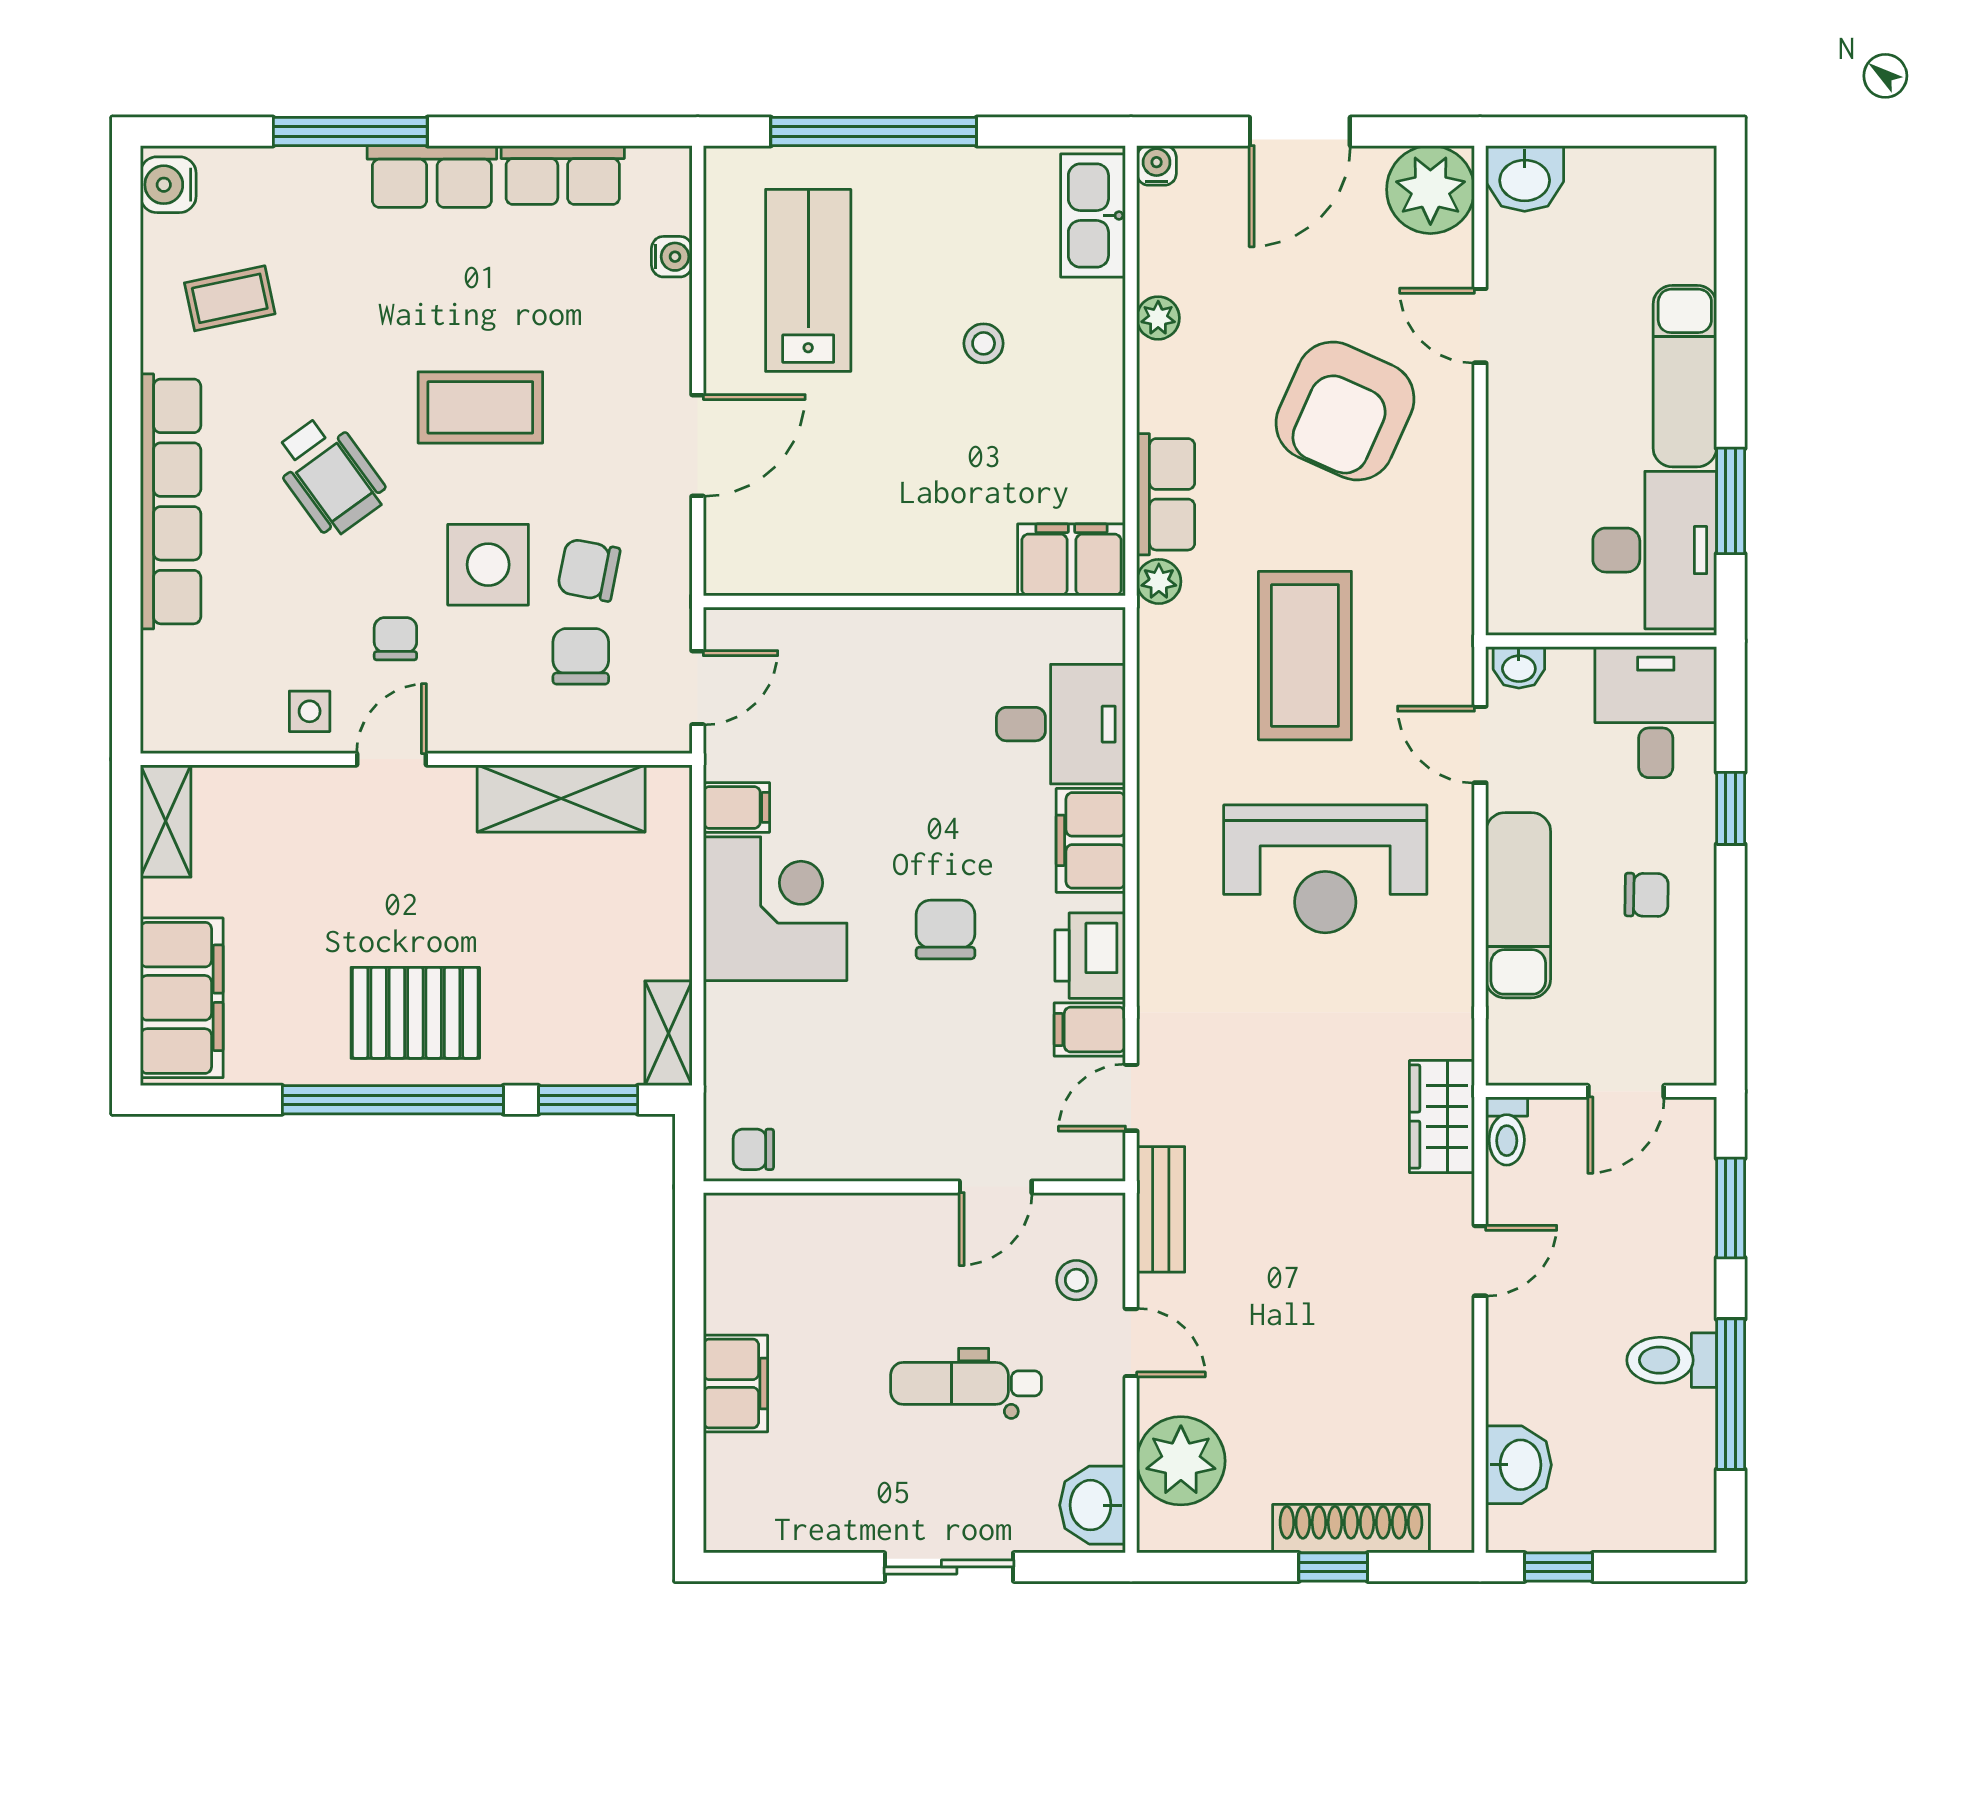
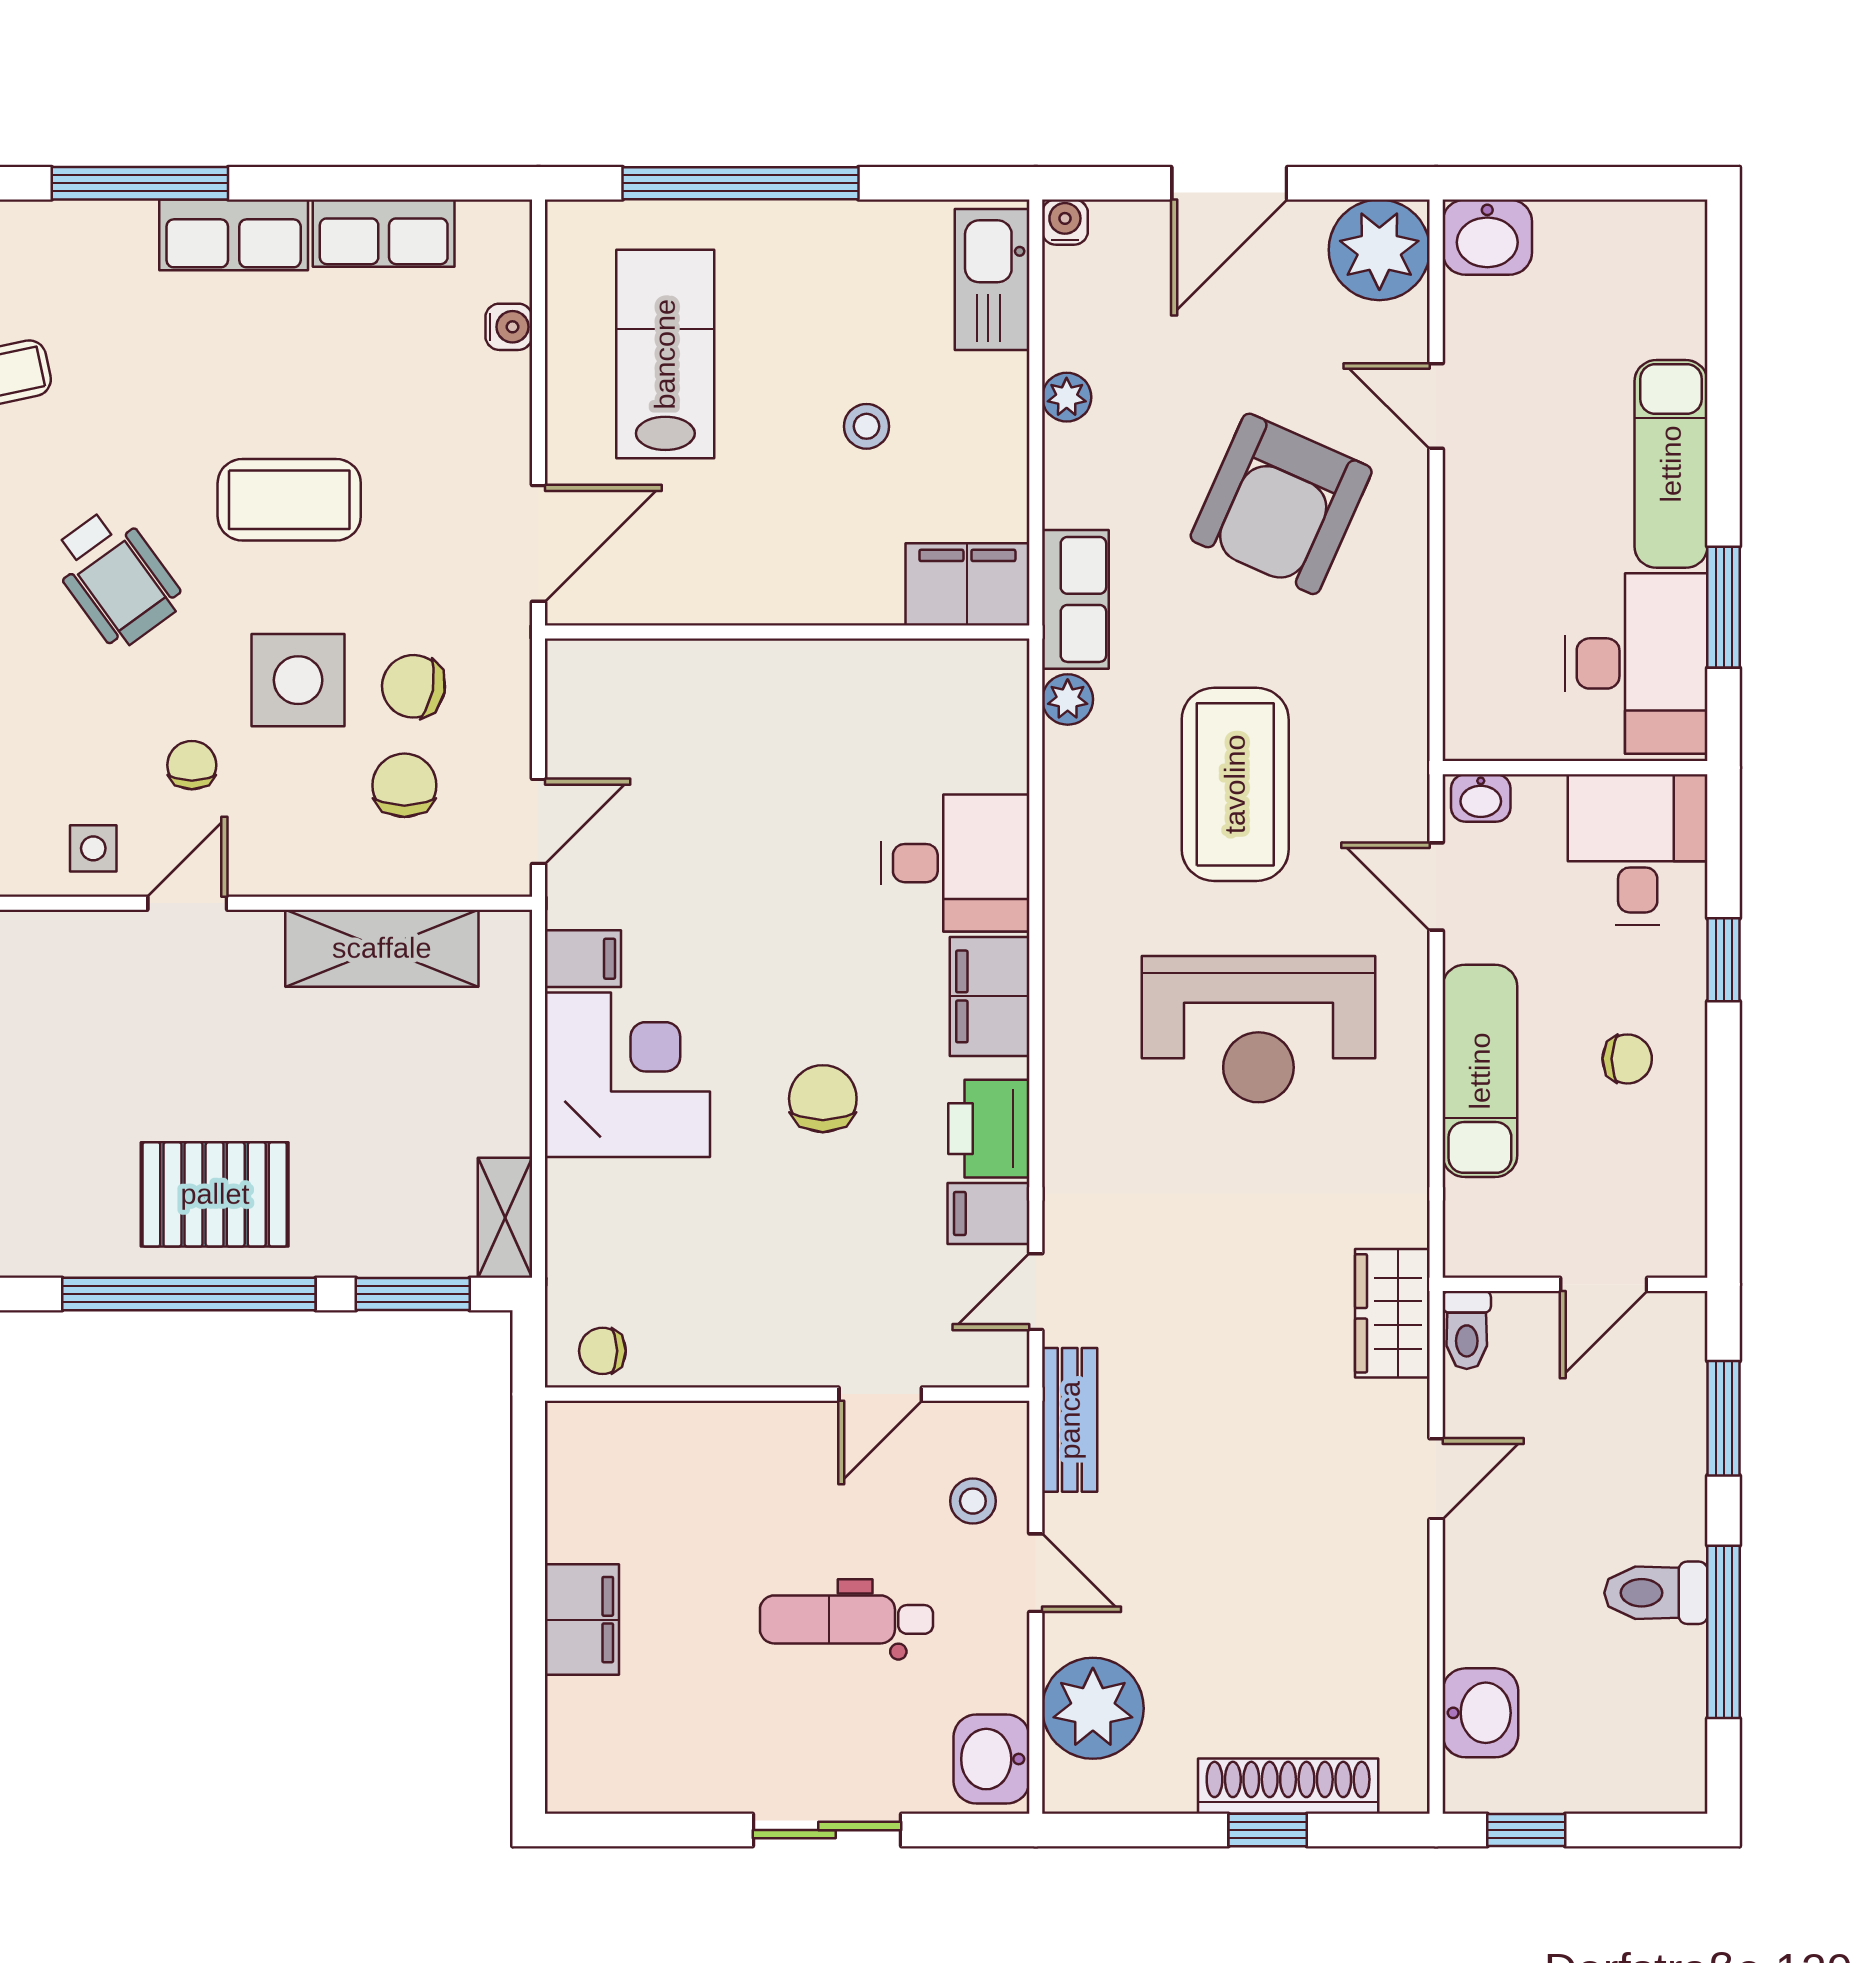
filing cabinet: (1072, 560) -> (967, 584), moved
wall: (914, 602) -> (787, 632), moved

